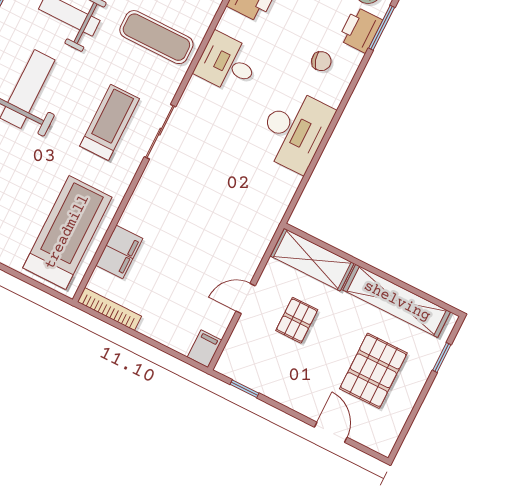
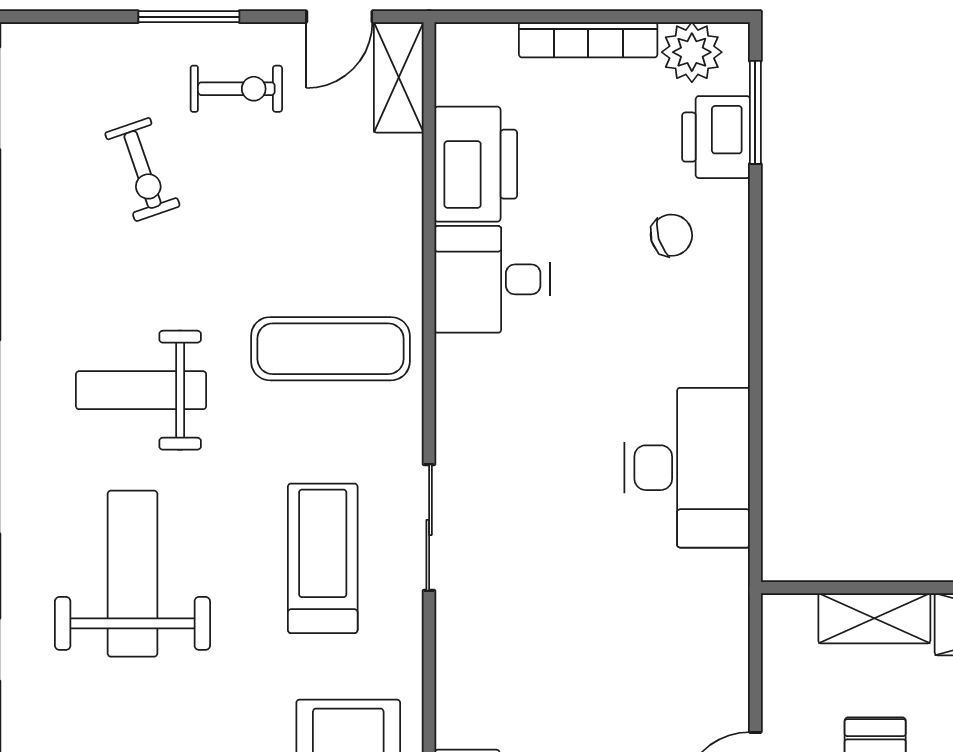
desk: (227, 63) -> (492, 279), moved
desk: (295, 130) -> (687, 468), moved
shelving: (312, 260) -> (874, 618), width x0.67, depth x0.75

